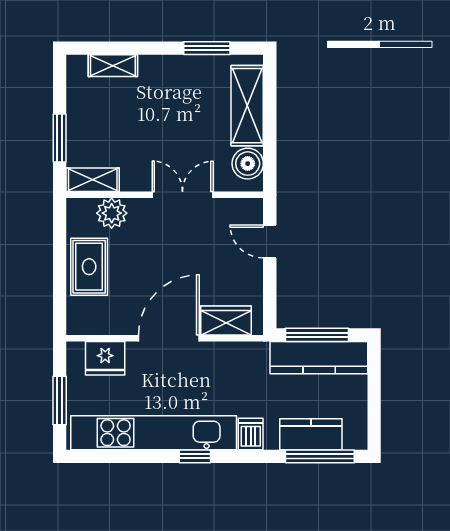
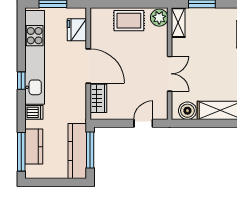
plant: (112, 213) -> (159, 18), moved

